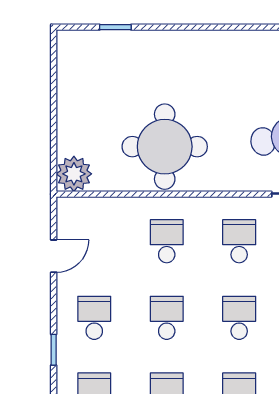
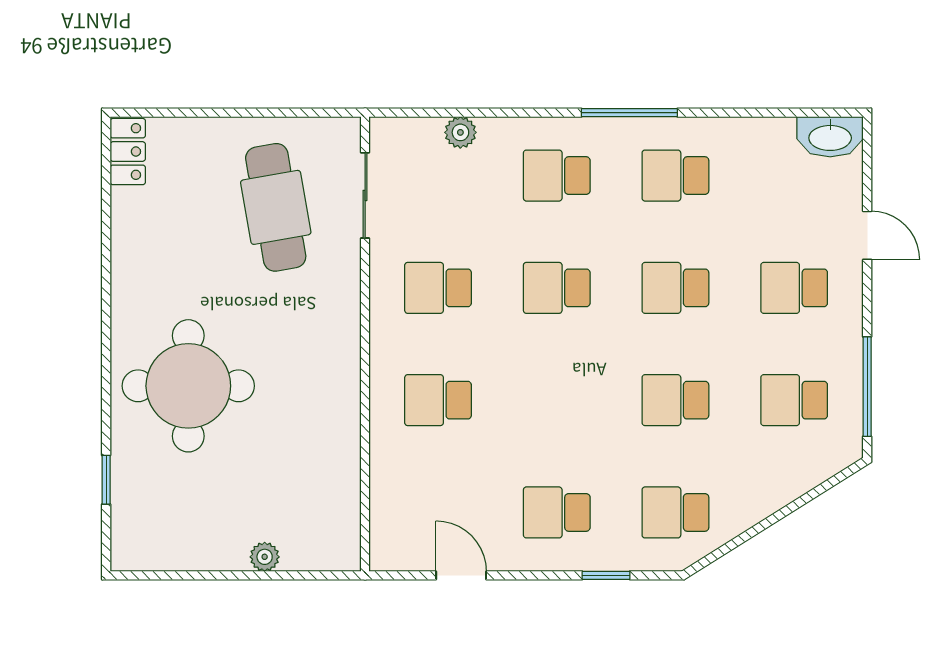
round table: (165, 147) -> (188, 386), moved
plant: (74, 174) -> (265, 557), moved, width x0.53, depth x0.53
school desk: (167, 318) -> (557, 400), removed

